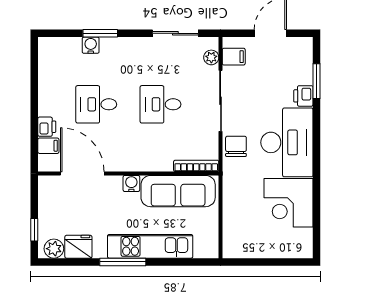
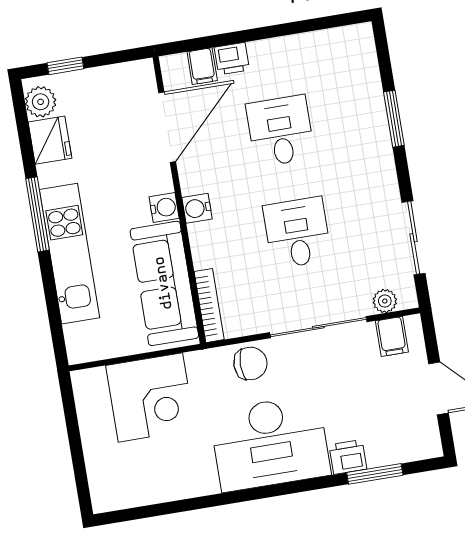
water cooler: (91, 45) -> (197, 208), moved, turned 180
corner desk: (288, 203) -> (150, 397), moved, turned 180

